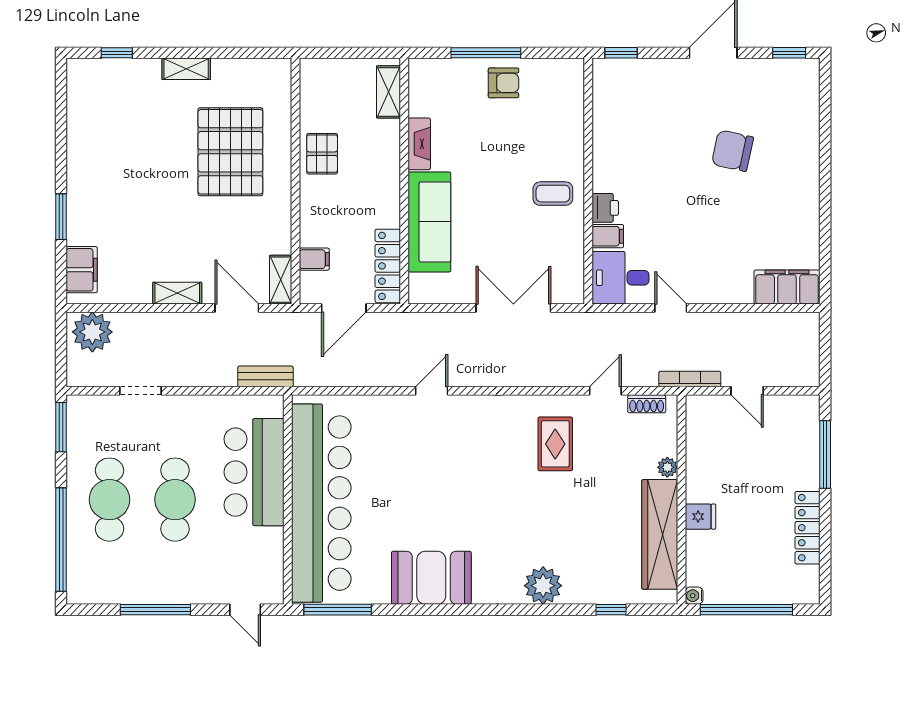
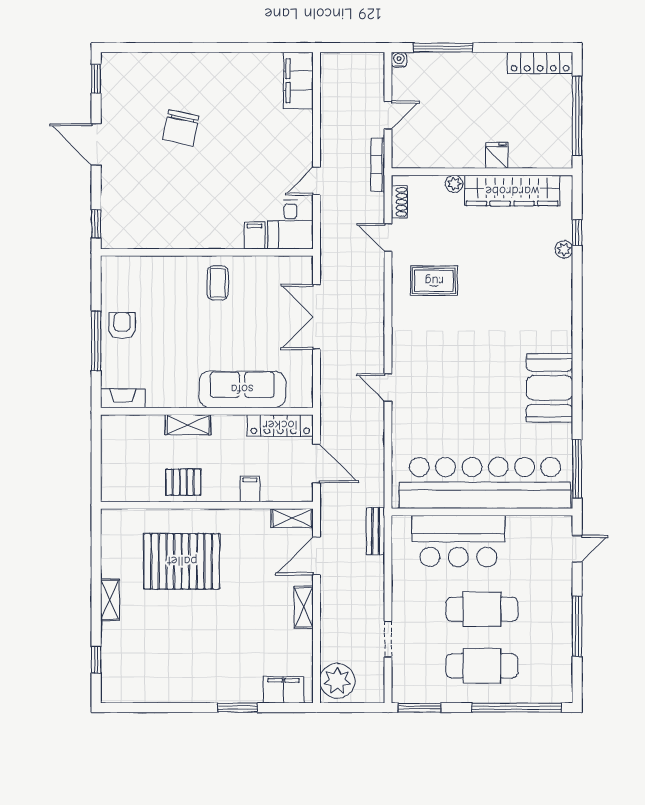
shelving: (389, 92) -> (188, 425), moved
fireplace: (419, 144) -> (123, 398), moved
printer: (605, 208) -> (230, 238), removed
filing cabinet: (314, 259) -> (250, 489), moved
locker: (808, 528) -> (540, 63), moved
plant: (543, 586) -> (564, 249), moved, width x0.53, depth x0.53
water cooler: (694, 596) -> (399, 60), moved, turned 180

